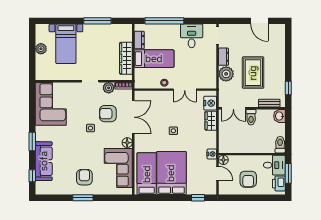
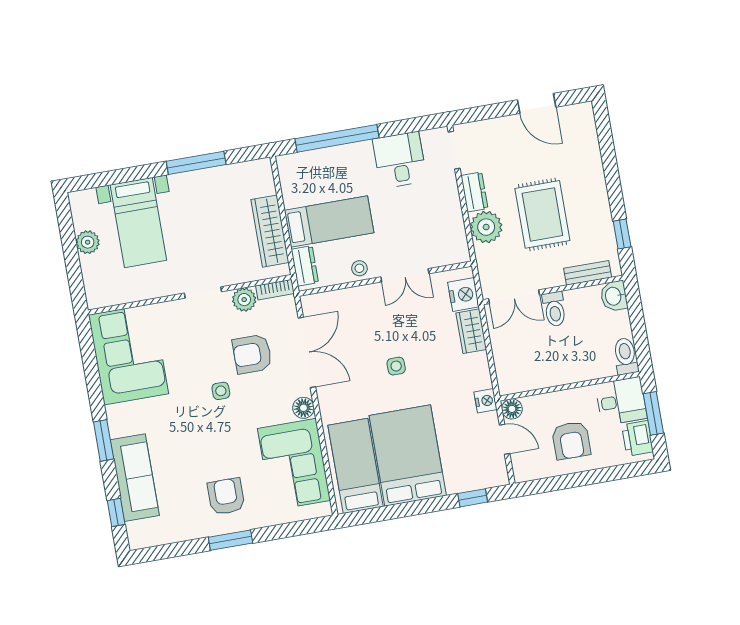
dresser: (139, 40) -> (305, 266), moved

